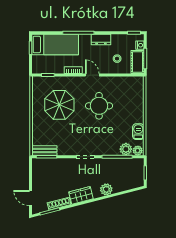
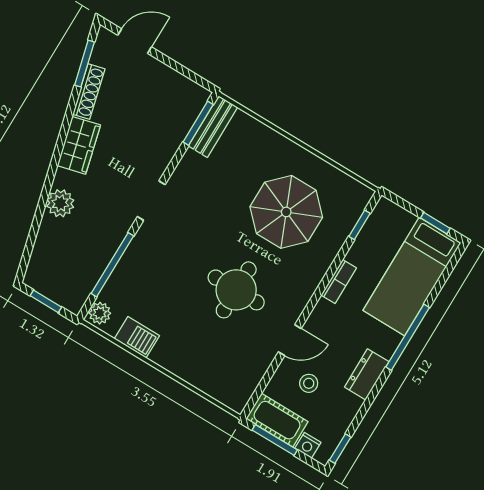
door: (92, 75) -> (290, 340), moved
plant: (126, 149) -> (117, 291), removed

